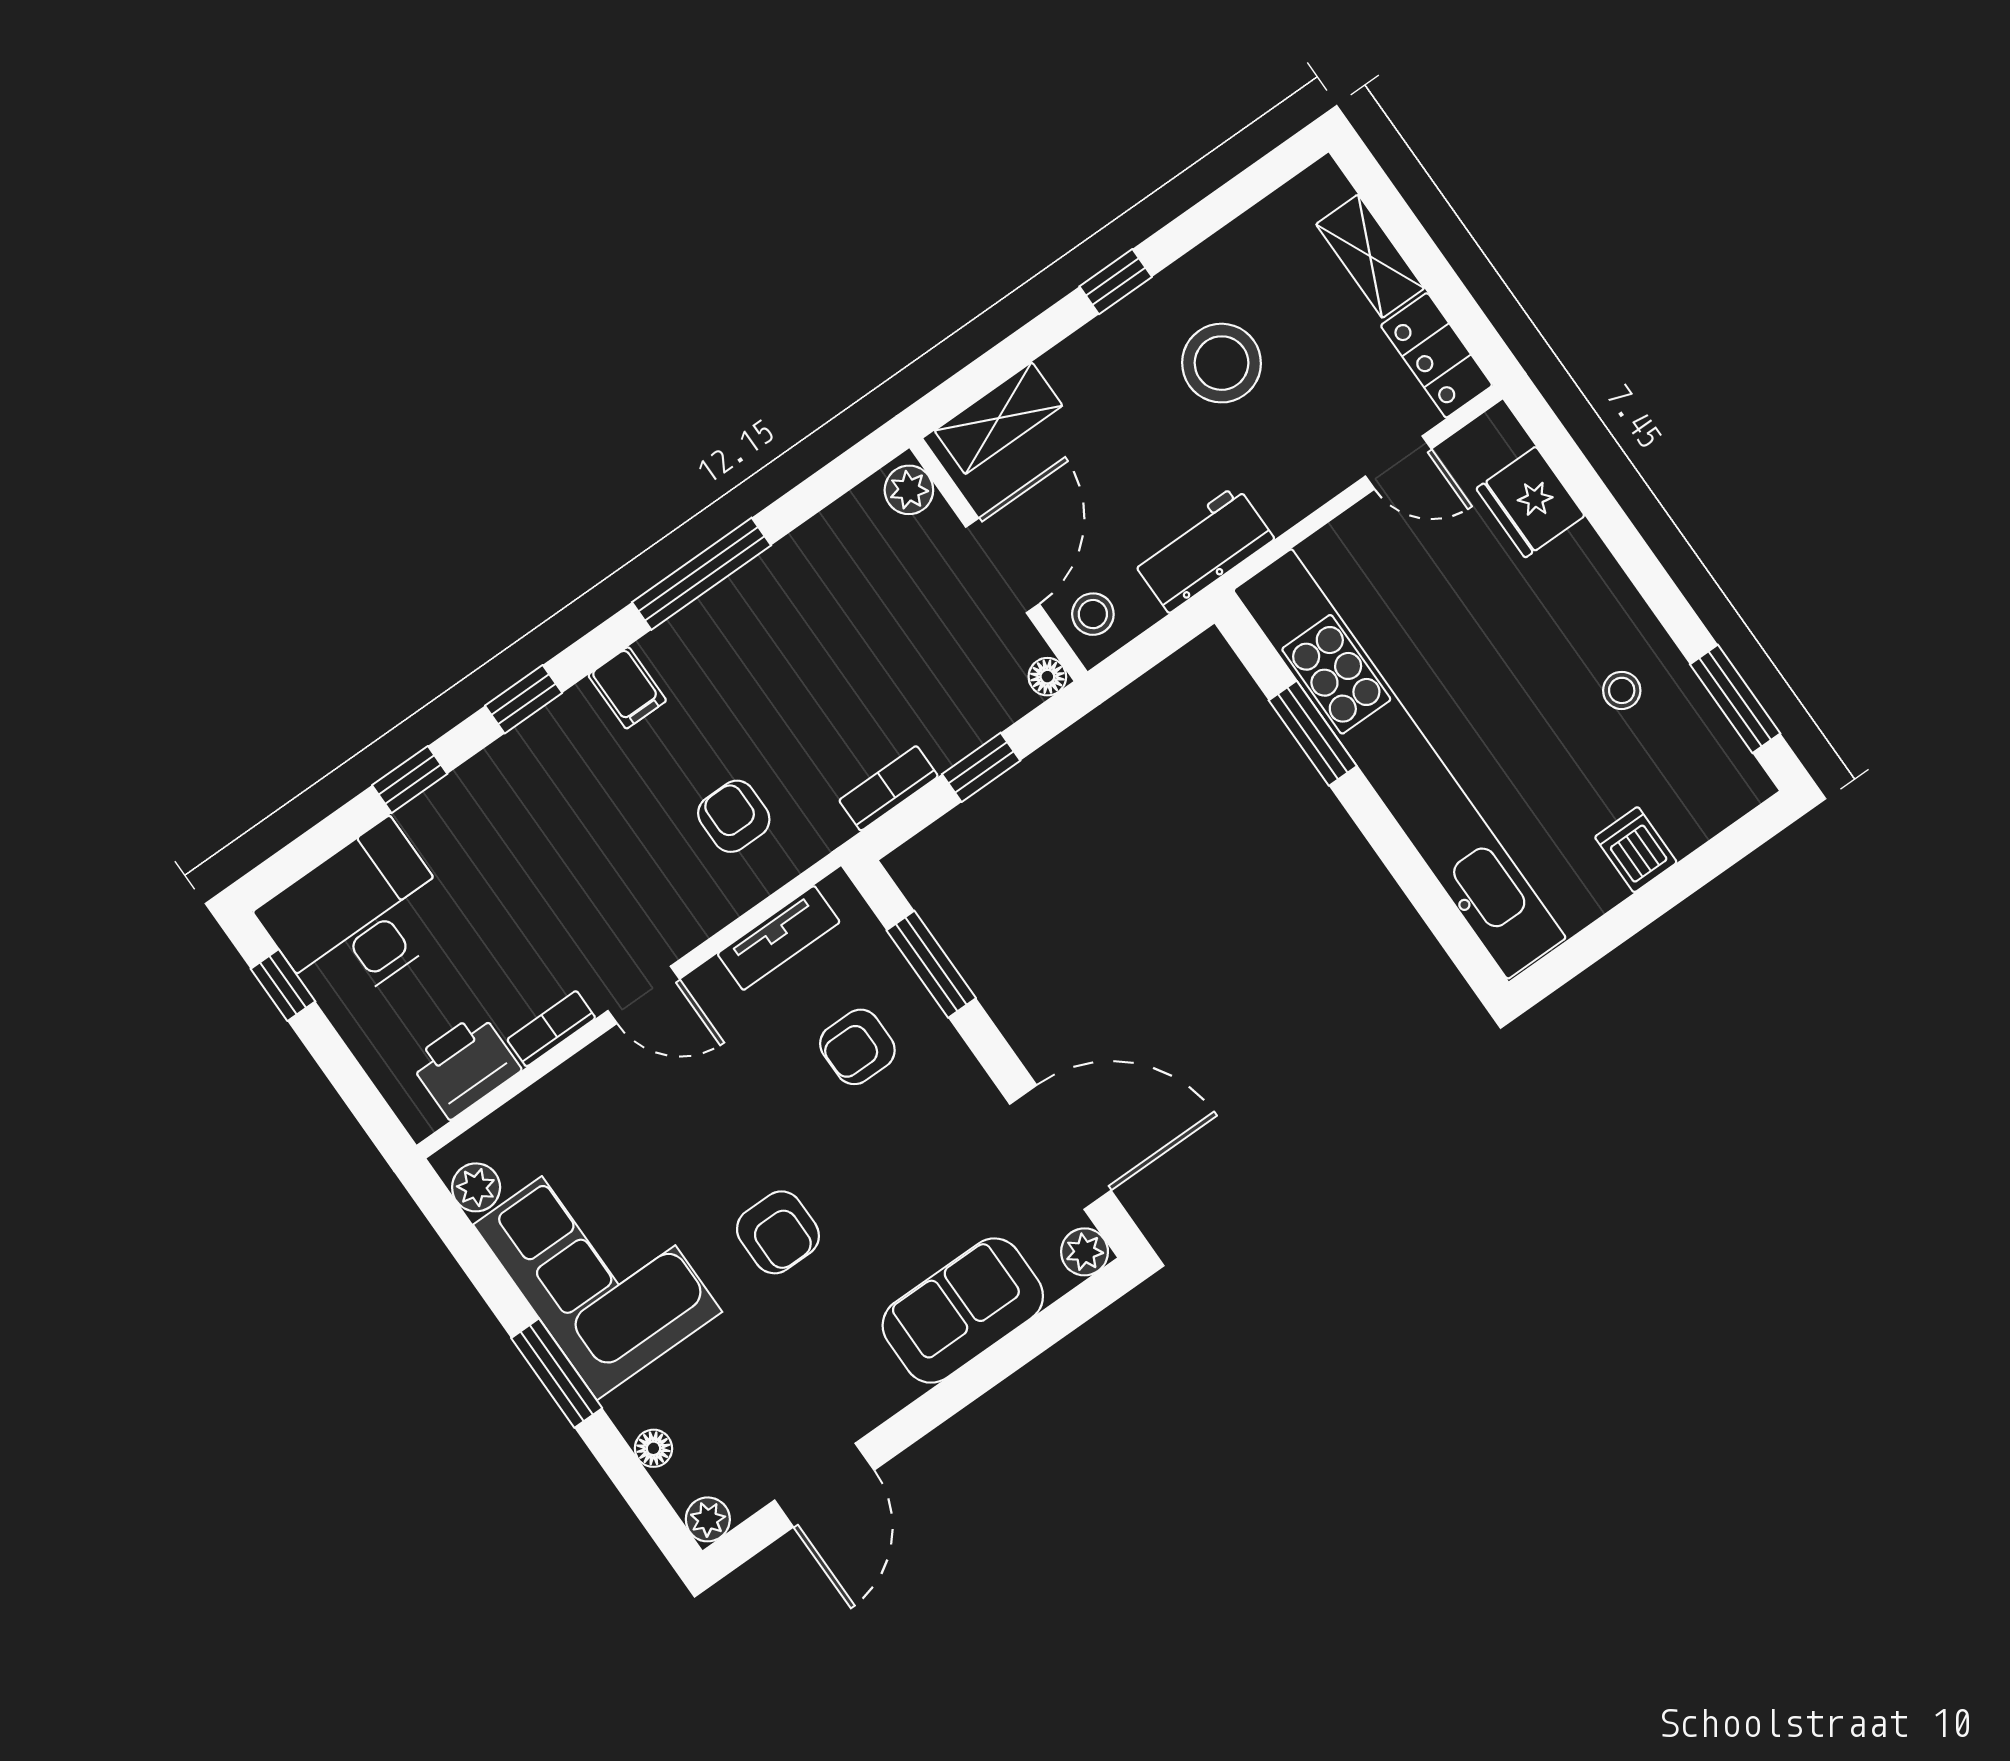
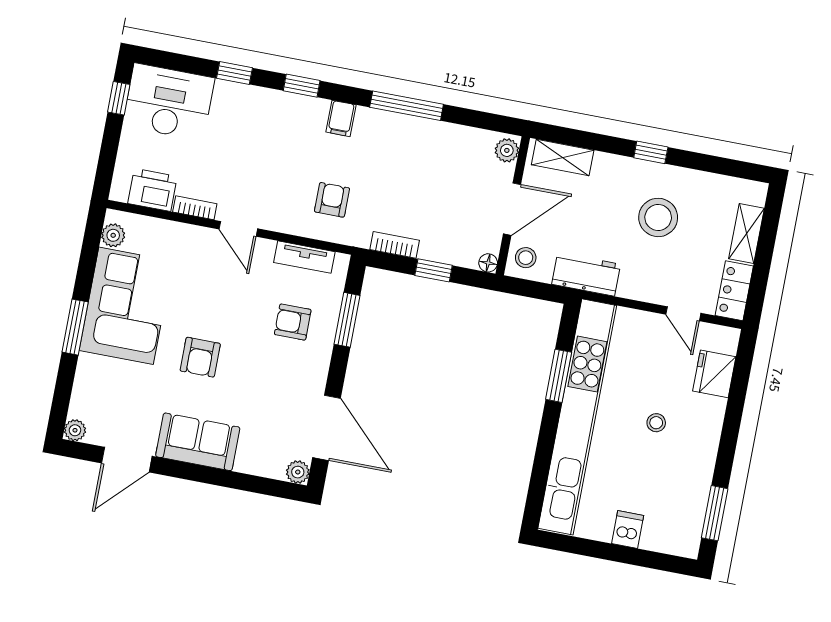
stool: (1622, 690) -> (656, 423), moved
sofa: (963, 1311) -> (198, 442), moved
floor lamp: (653, 1448) -> (82, 387), removed

